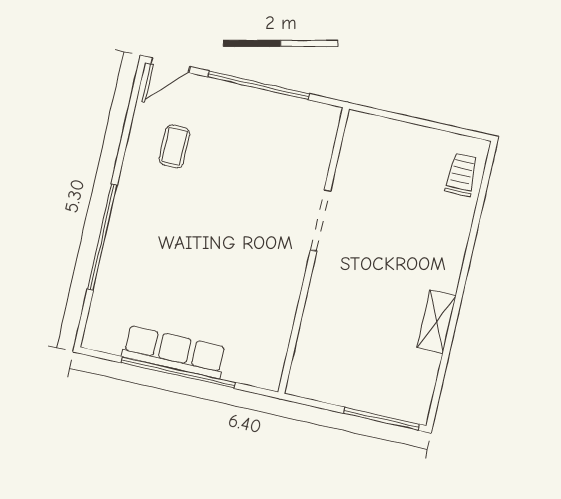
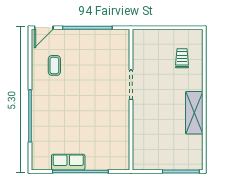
trolley: (462, 175) -> (182, 58), moved
shelving: (437, 322) -> (194, 113), width x1.50, depth x1.33
row of seats: (174, 352) -> (68, 162), width x0.68

